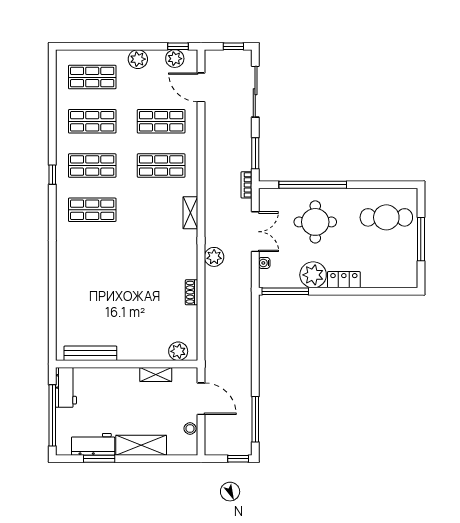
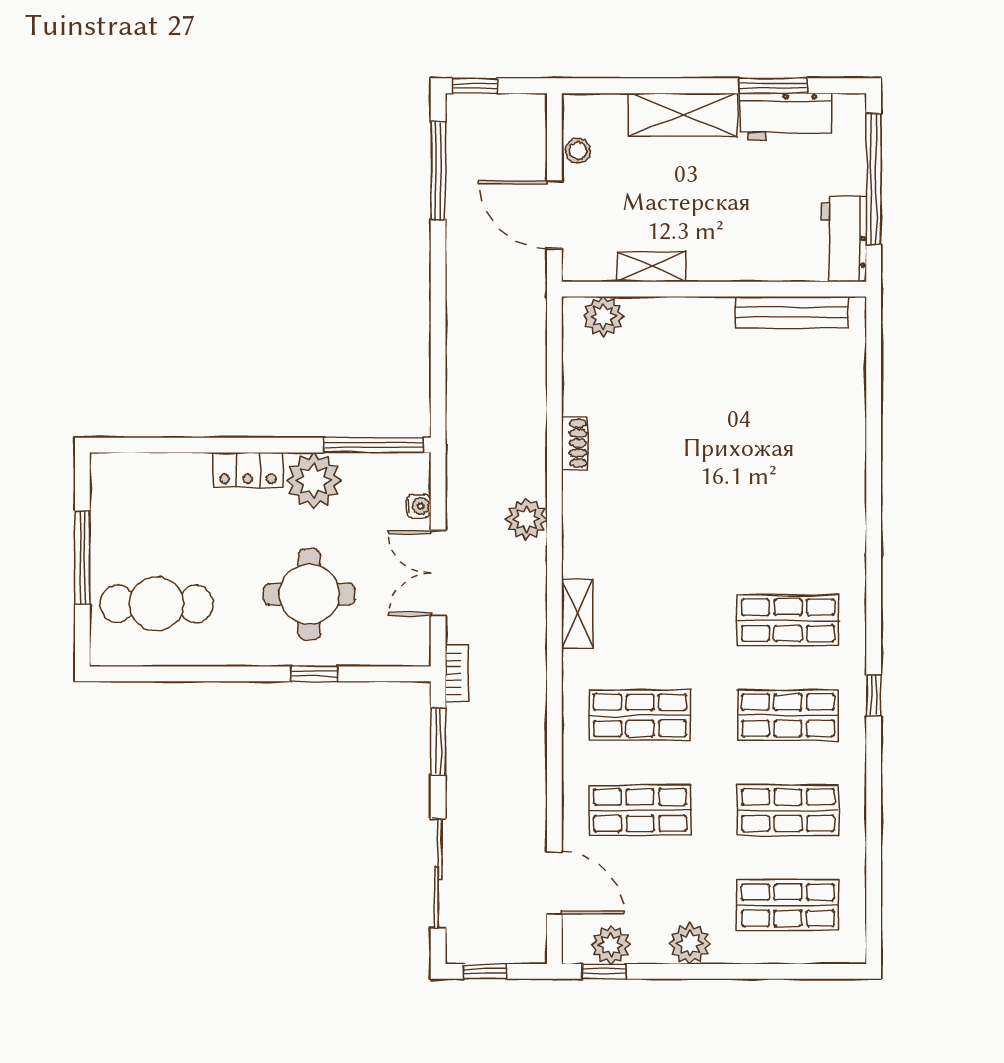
window: (313, 185) -> (314, 674), width x0.32

